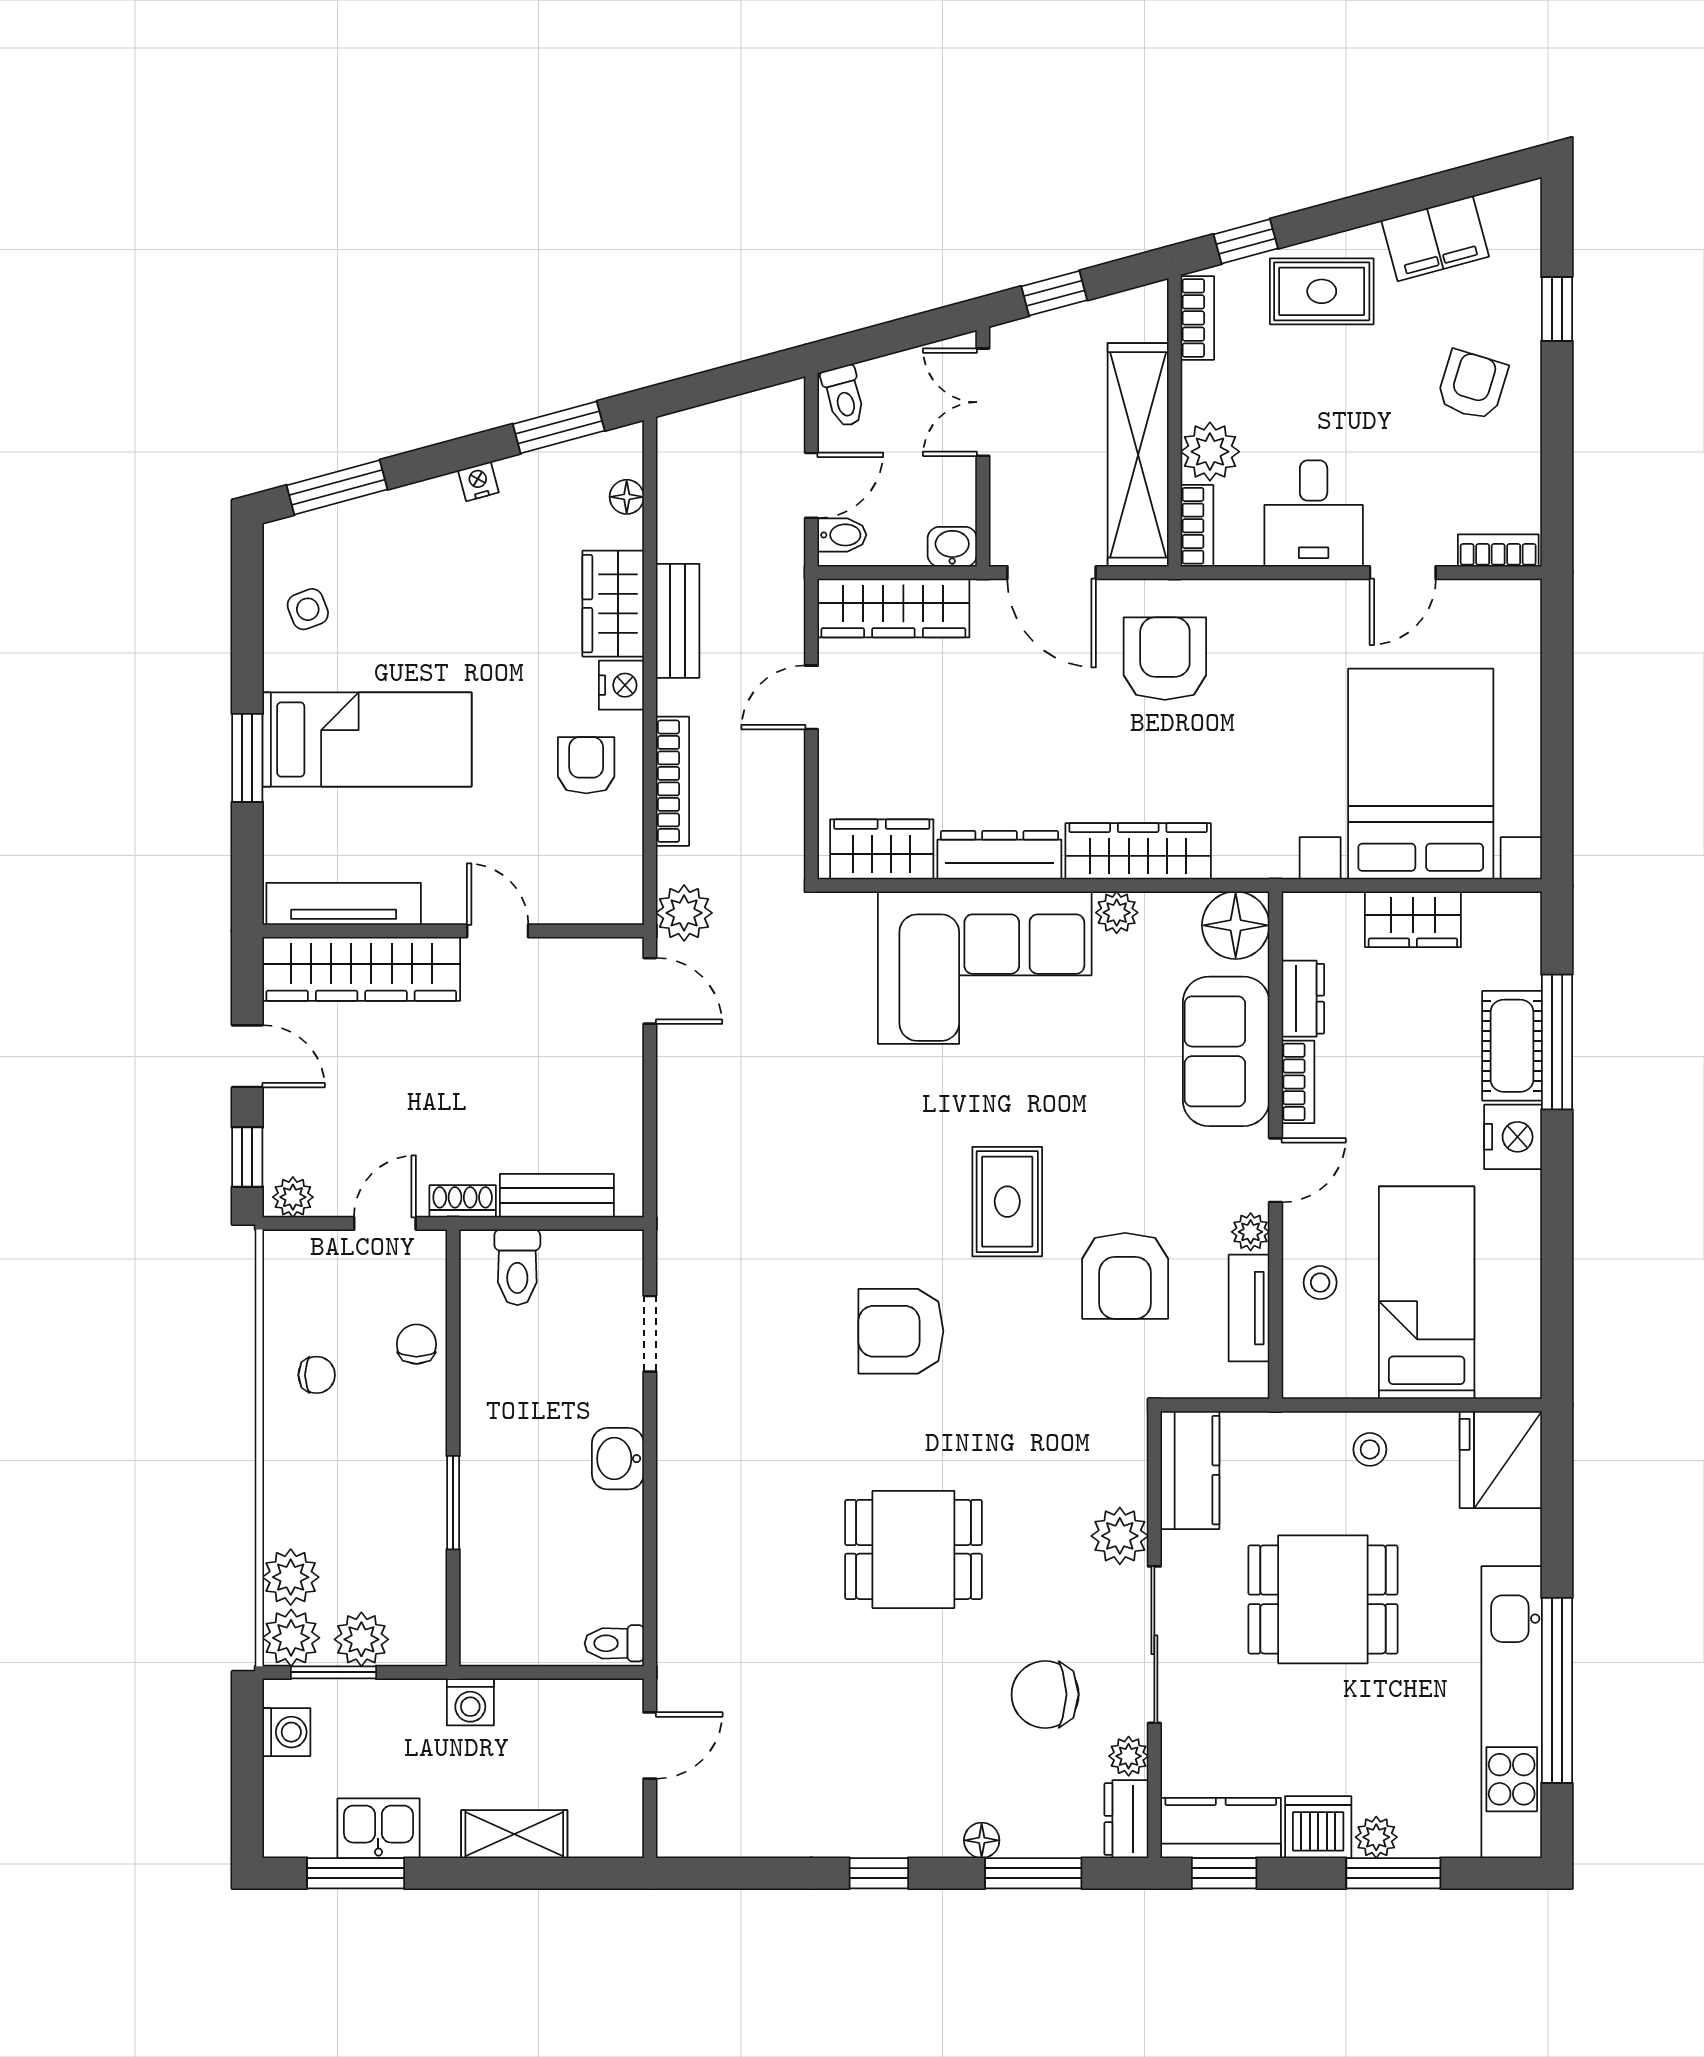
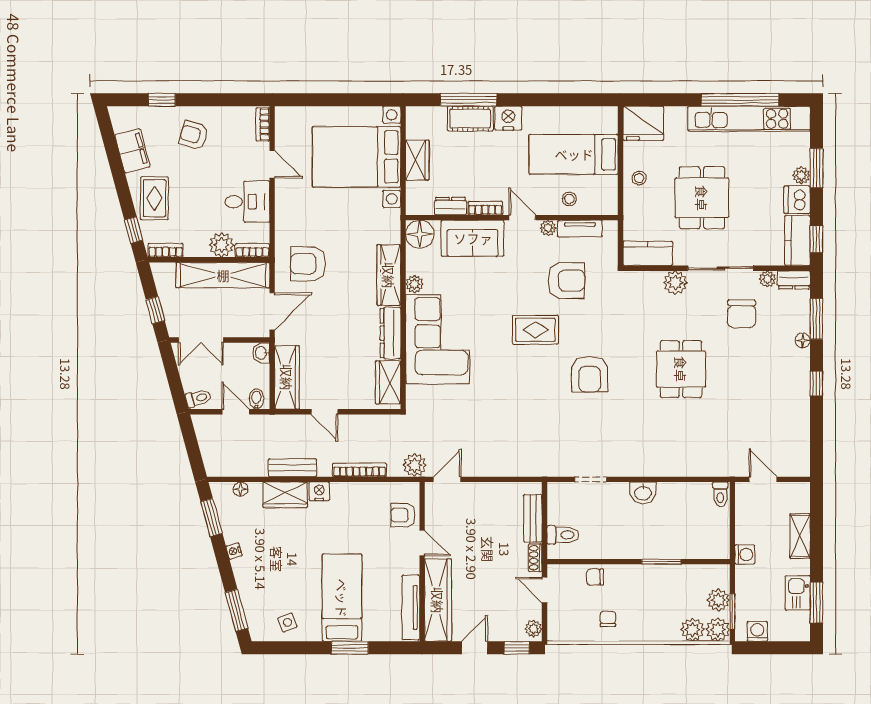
armchair: (586, 765) -> (403, 515), moved
door: (498, 931) -> (422, 543), swing flipped

